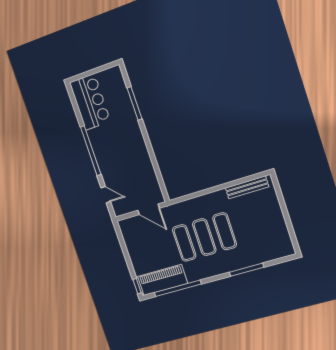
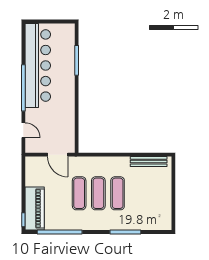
bar counter: (90, 102) -> (38, 66), width x1.86
piano: (162, 280) -> (35, 208), moved, turned 90

